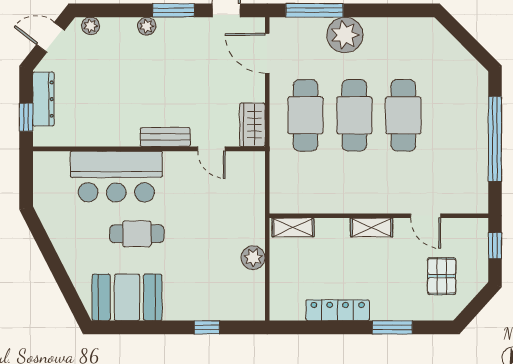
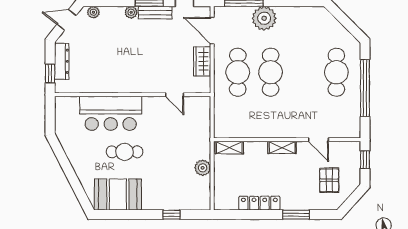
cafe table: (403, 115) -> (336, 72), moved
wardrobe: (252, 125) -> (202, 61), moved
bench: (165, 137) -> (155, 13), moved

